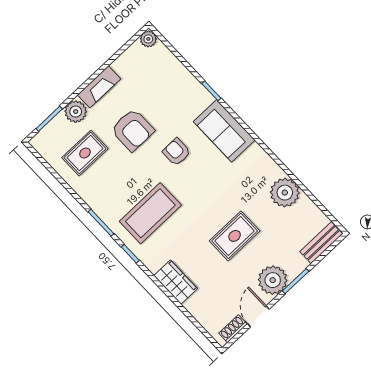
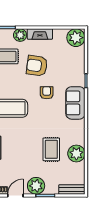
plant: (148, 39) -> (76, 38), width x1.88, depth x1.88
armchair: (133, 130) -> (37, 66), turned 98
rug: (235, 236) -> (51, 149), moved, turned 90

